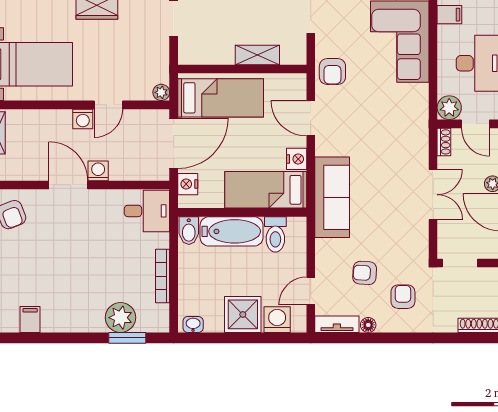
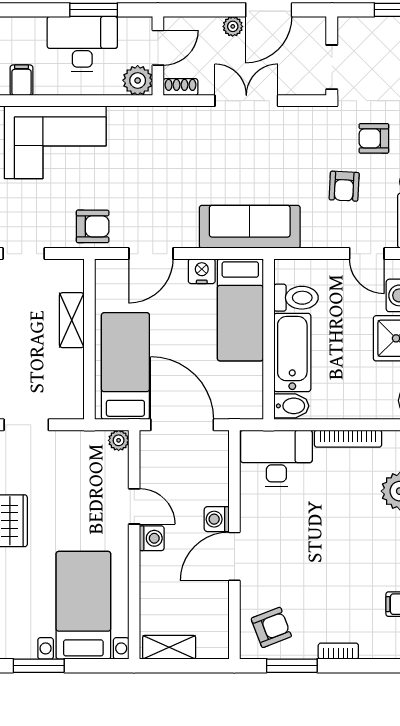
nightstand: (188, 184) -> (233, 407), removed
desk: (147, 211) -> (276, 458), width x1.37

